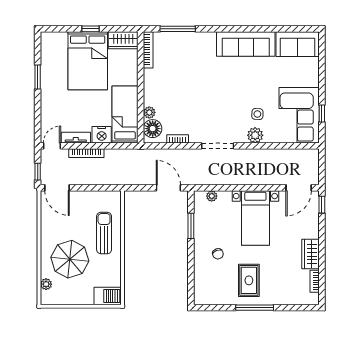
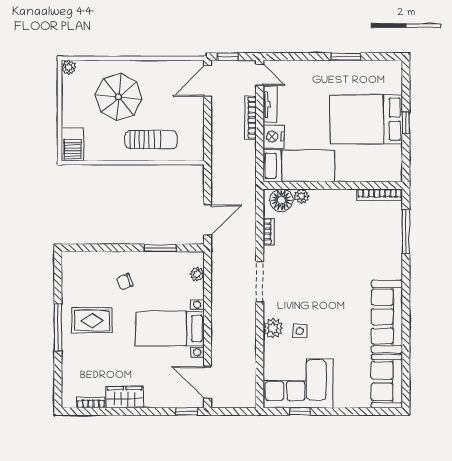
wardrobe: (123, 40) -> (392, 163), removed
plant: (46, 284) -> (69, 67), moved

